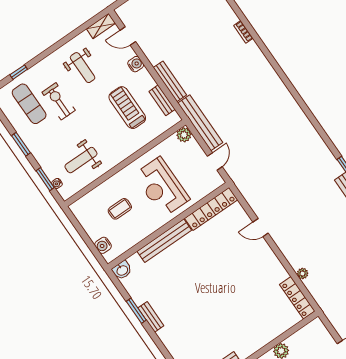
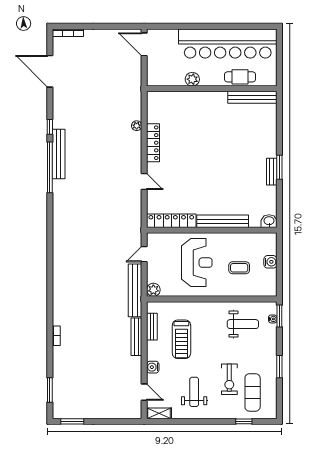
window: (45, 179) -> (279, 316), moved
water cooler: (103, 245) -> (270, 262), moved
locker: (297, 298) -> (153, 143), moved
window: (136, 311) -> (279, 167), moved

